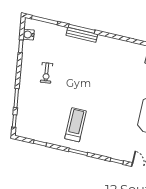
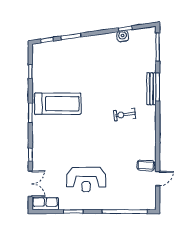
water cooler: (28, 35) -> (123, 36), moved
exercise bike: (46, 73) -> (125, 114), moved
treadmill: (76, 125) -> (58, 104), width x1.37, depth x1.38

